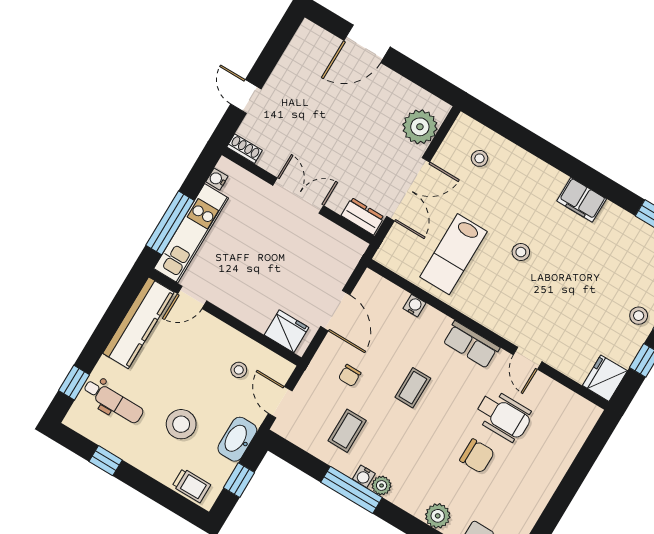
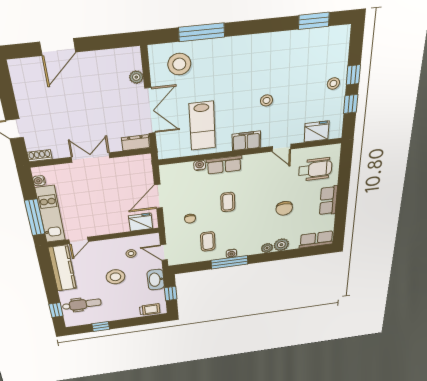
plant: (420, 127) -> (136, 77), width x0.53, depth x0.53
window: (528, 140) -> (202, 32), added
stool: (479, 158) -> (179, 64), width x1.89, depth x1.89
filing cabinet: (582, 200) -> (246, 141), moved, turned 180
stool: (521, 252) -> (267, 100), moved
door: (335, 311) -> (158, 196), swing flipped
row of seats: (471, 345) -> (224, 165), moved
fridge: (605, 378) -> (317, 131), moved, turned 90
wheelchair: (503, 416) -> (315, 169), moved
stool: (181, 424) -> (115, 277), moved
chair: (477, 456) -> (284, 208), turned 90
plant: (382, 486) -> (267, 248), moved
row of seats: (541, 490) -> (328, 201), added

